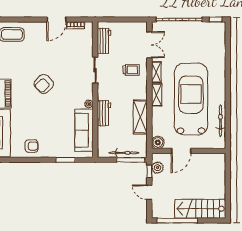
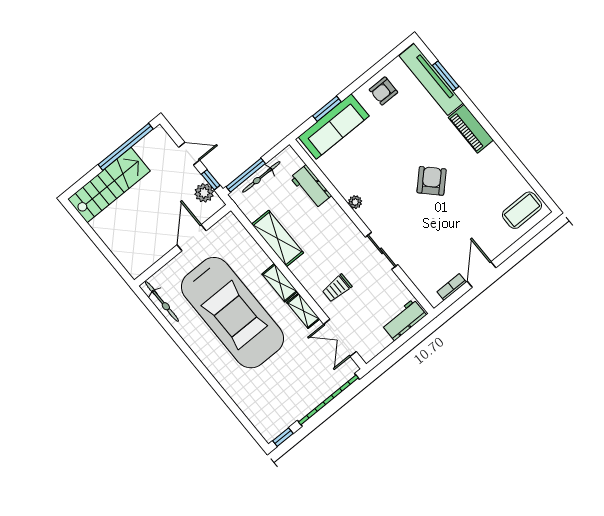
workbench: (104, 41) -> (404, 320), moved, turned 90
workbench: (104, 113) -> (311, 187), moved
bicycle: (220, 121) -> (162, 302), moved
sofa: (84, 130) -> (334, 127), moved, turned 90
boiler: (158, 142) -> (230, 225), removed

